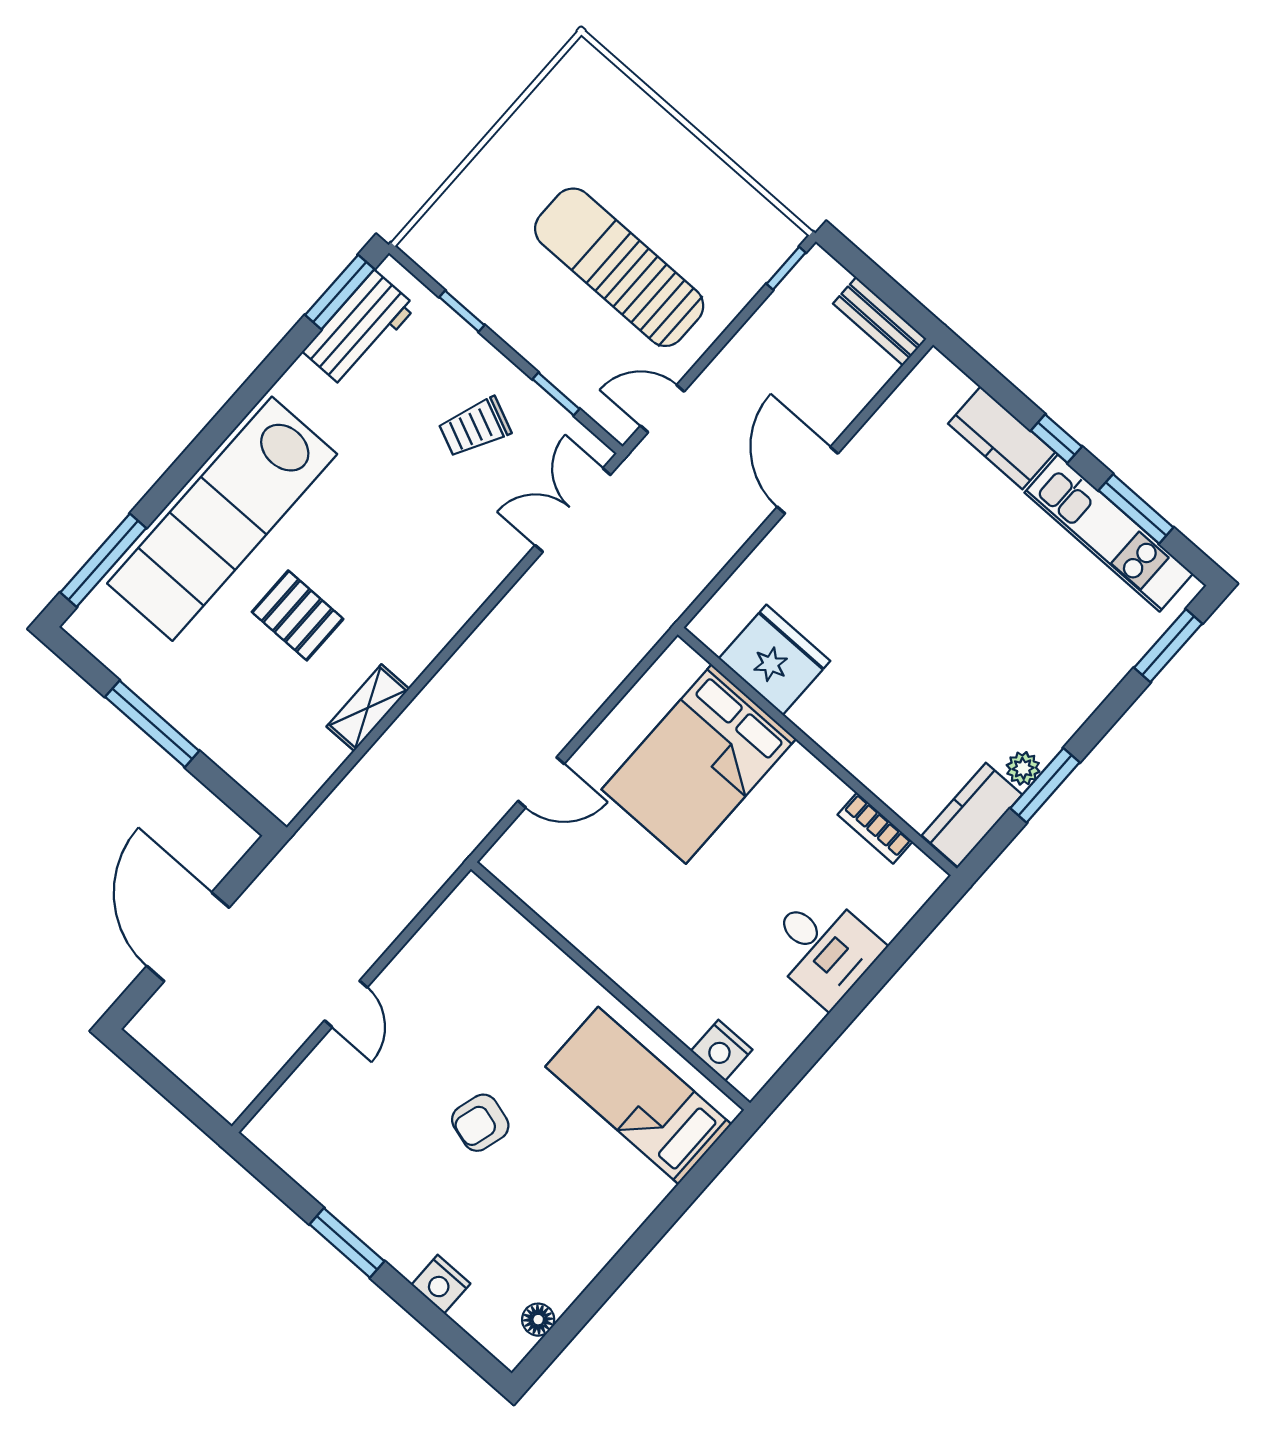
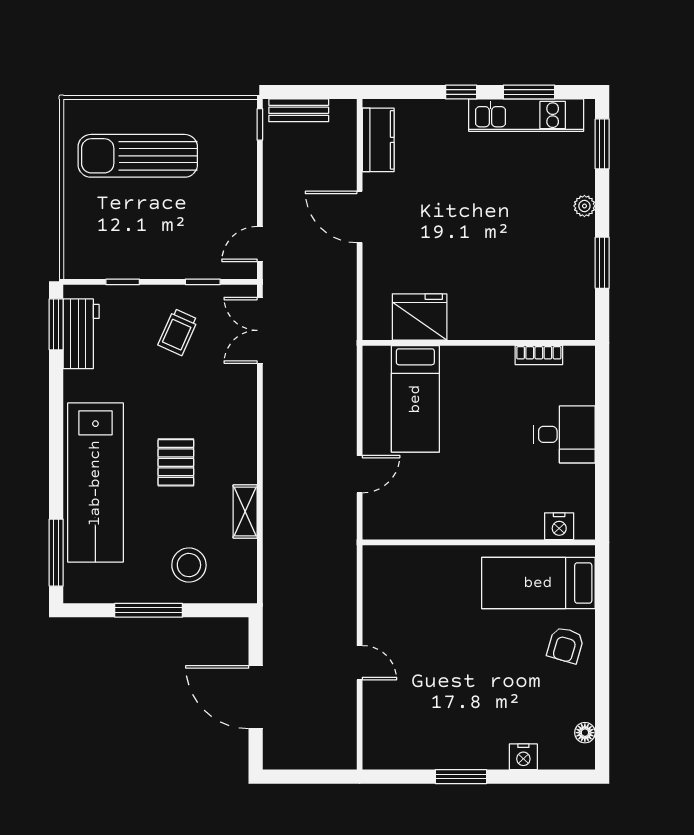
sun lounger: (619, 267) -> (138, 156), moved
bench: (880, 321) -> (299, 110), moved
kitchen counter: (1002, 438) -> (378, 140), moved, turned -90
pallet: (298, 615) -> (176, 462), moved, turned 90
stool: (246, 712) -> (189, 565), added
bed: (699, 764) -> (415, 399), width x0.67
plant: (1023, 768) -> (584, 206), moved
kitchen counter: (972, 815) -> (580, 308), removed
armchair: (480, 1123) -> (565, 645), moved

